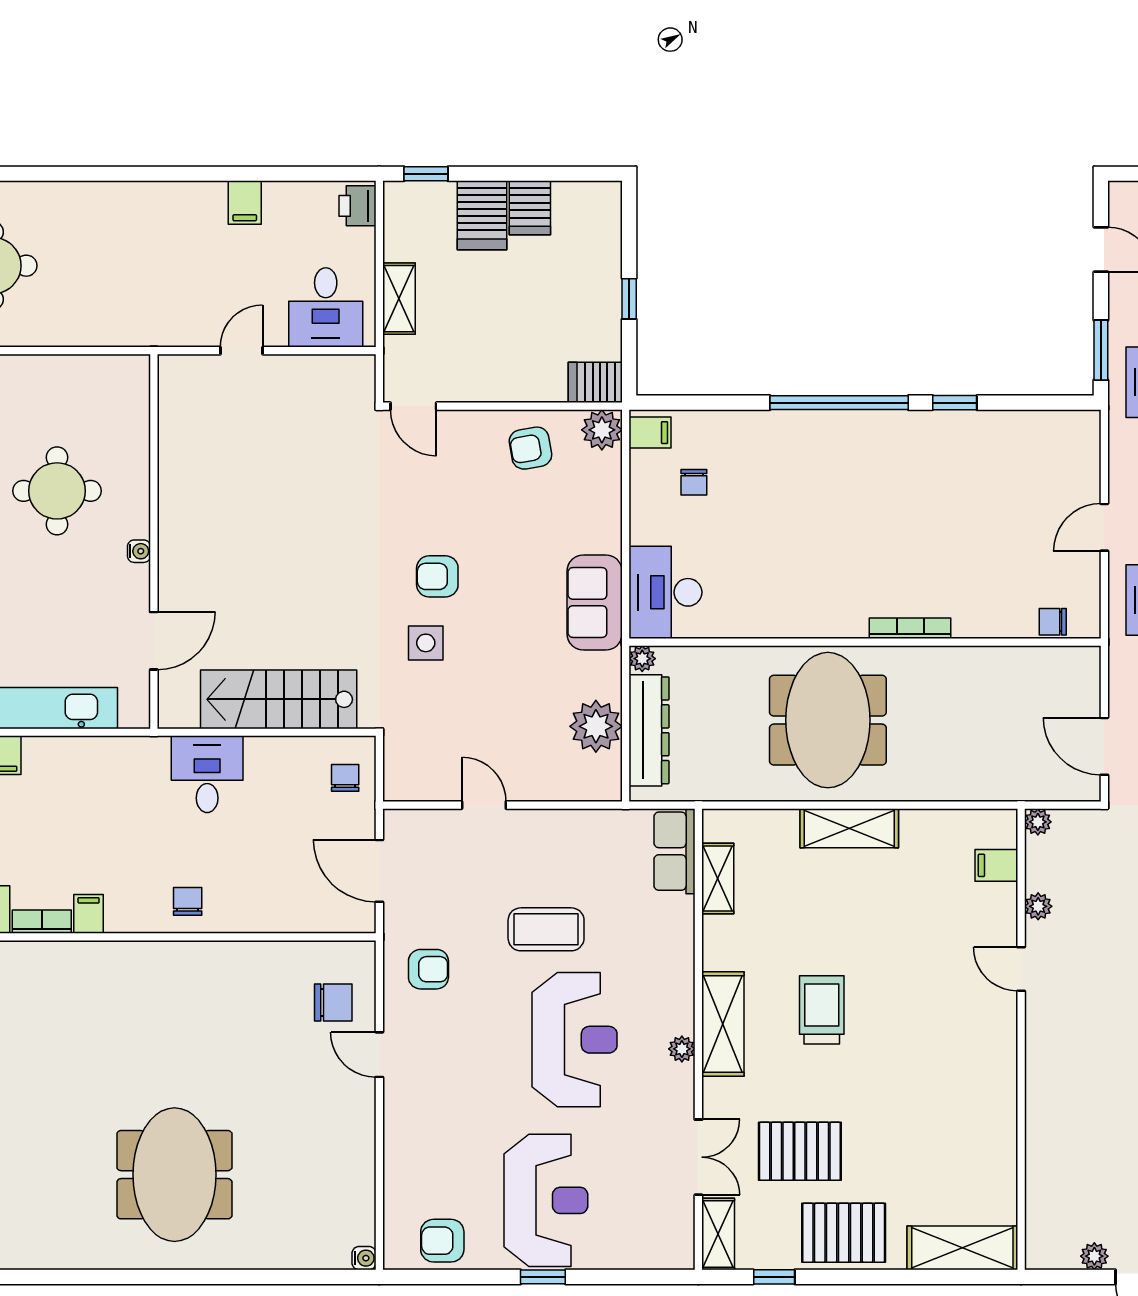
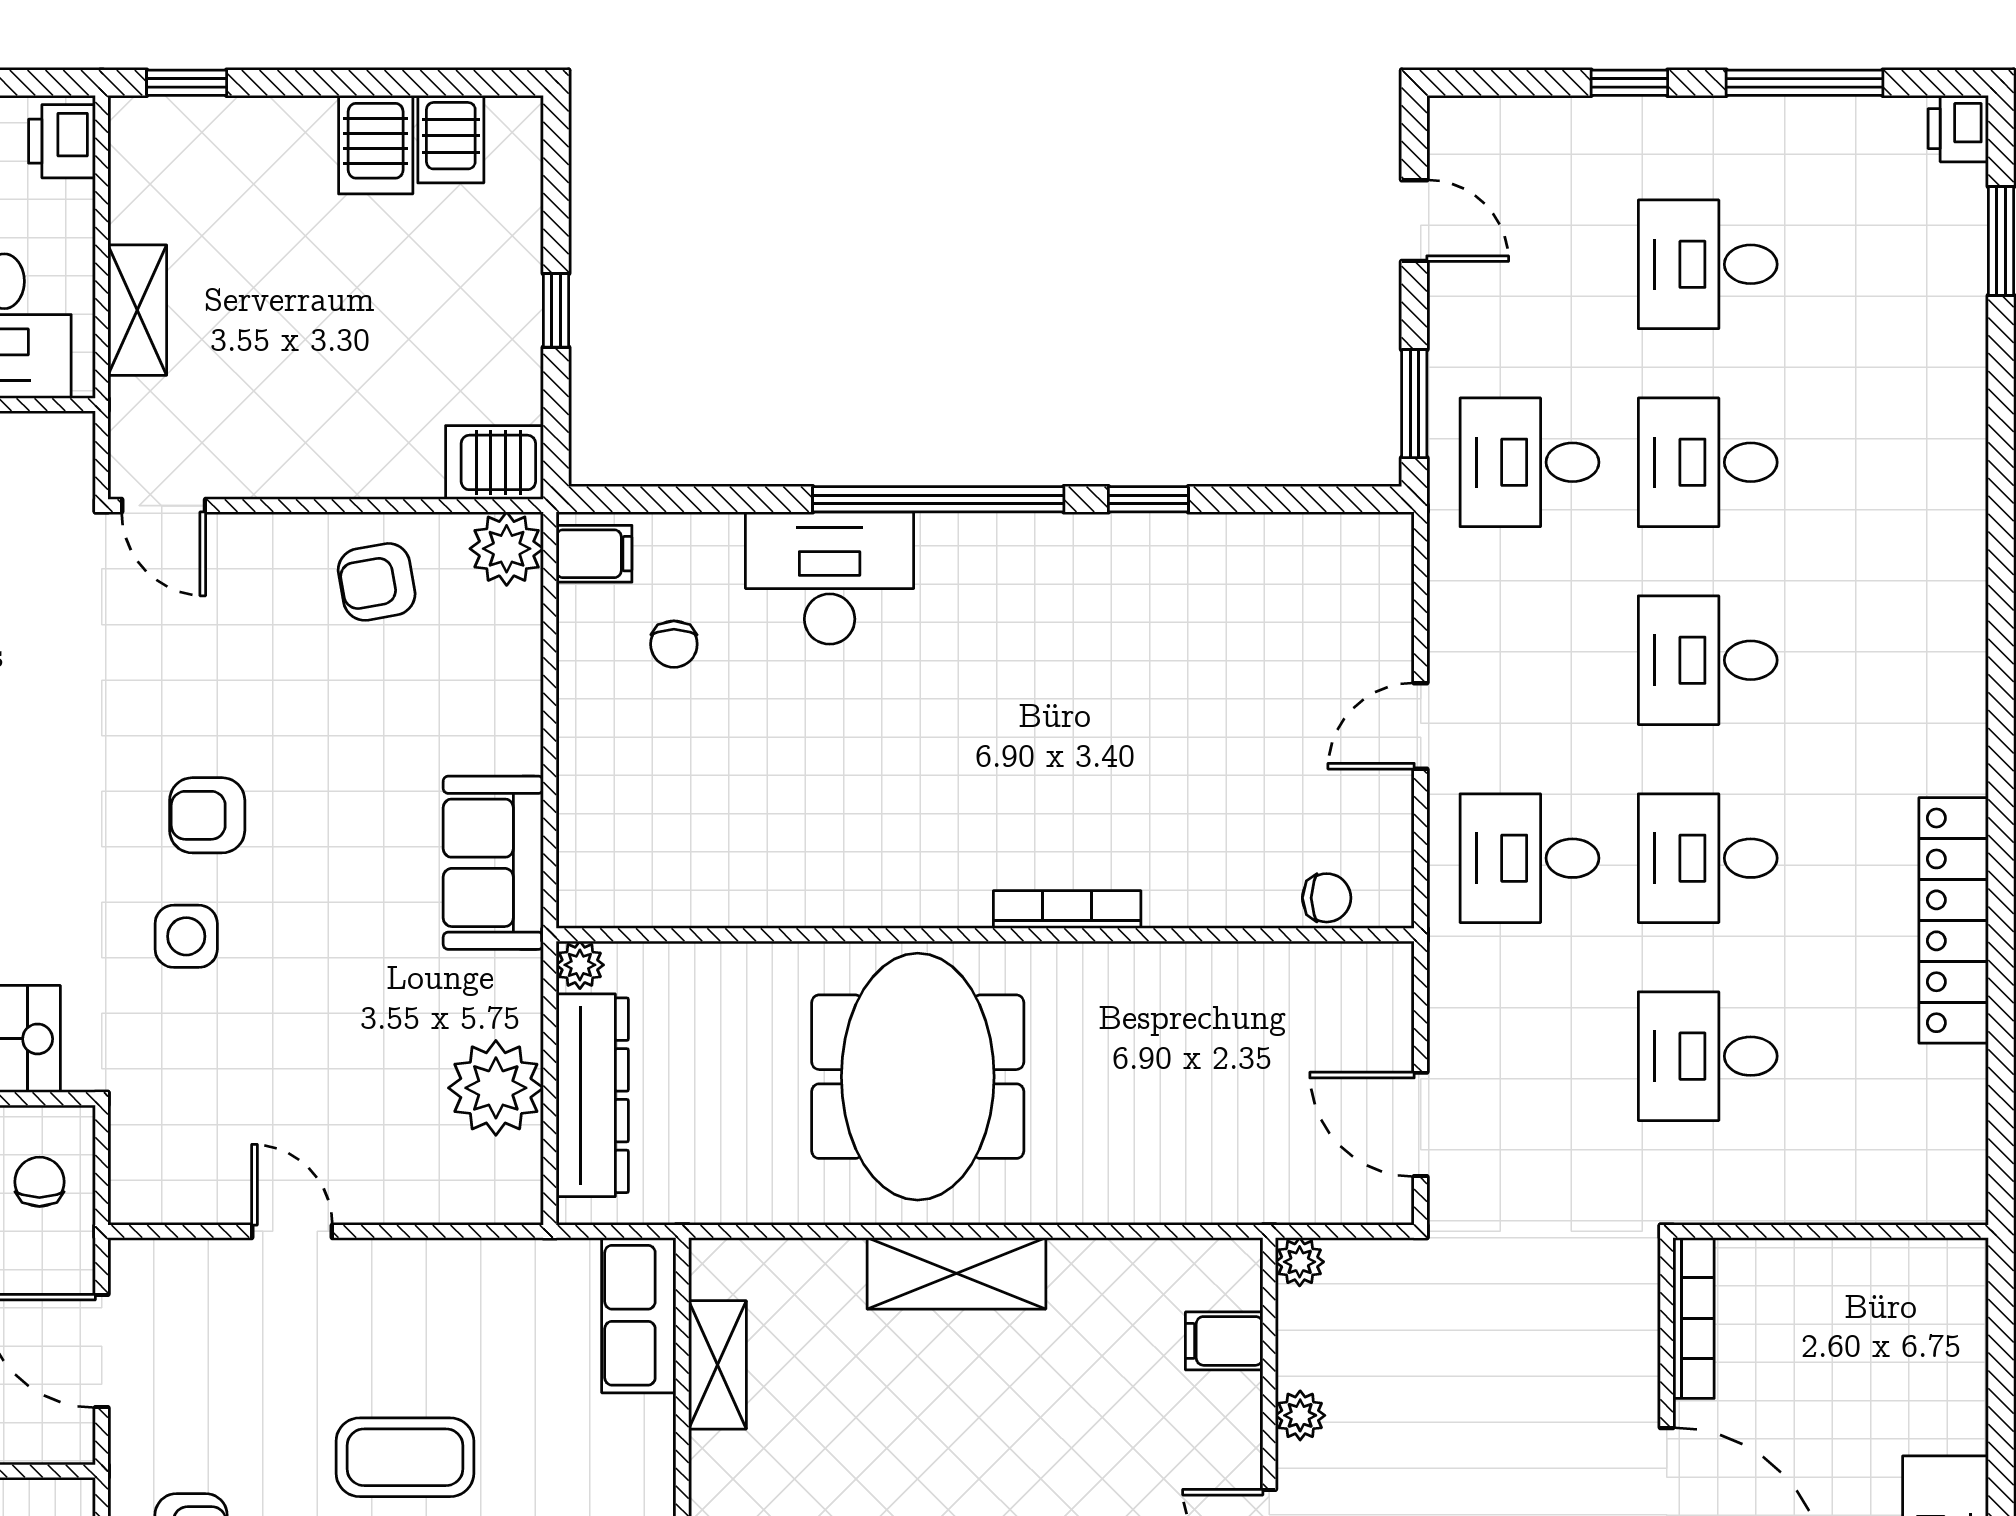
server rack: (482, 215) -> (451, 139), moved, width x0.73, depth x0.70
desk: (665, 592) -> (830, 578), moved, turned 90
chair: (1053, 622) -> (1327, 898), turned 180

